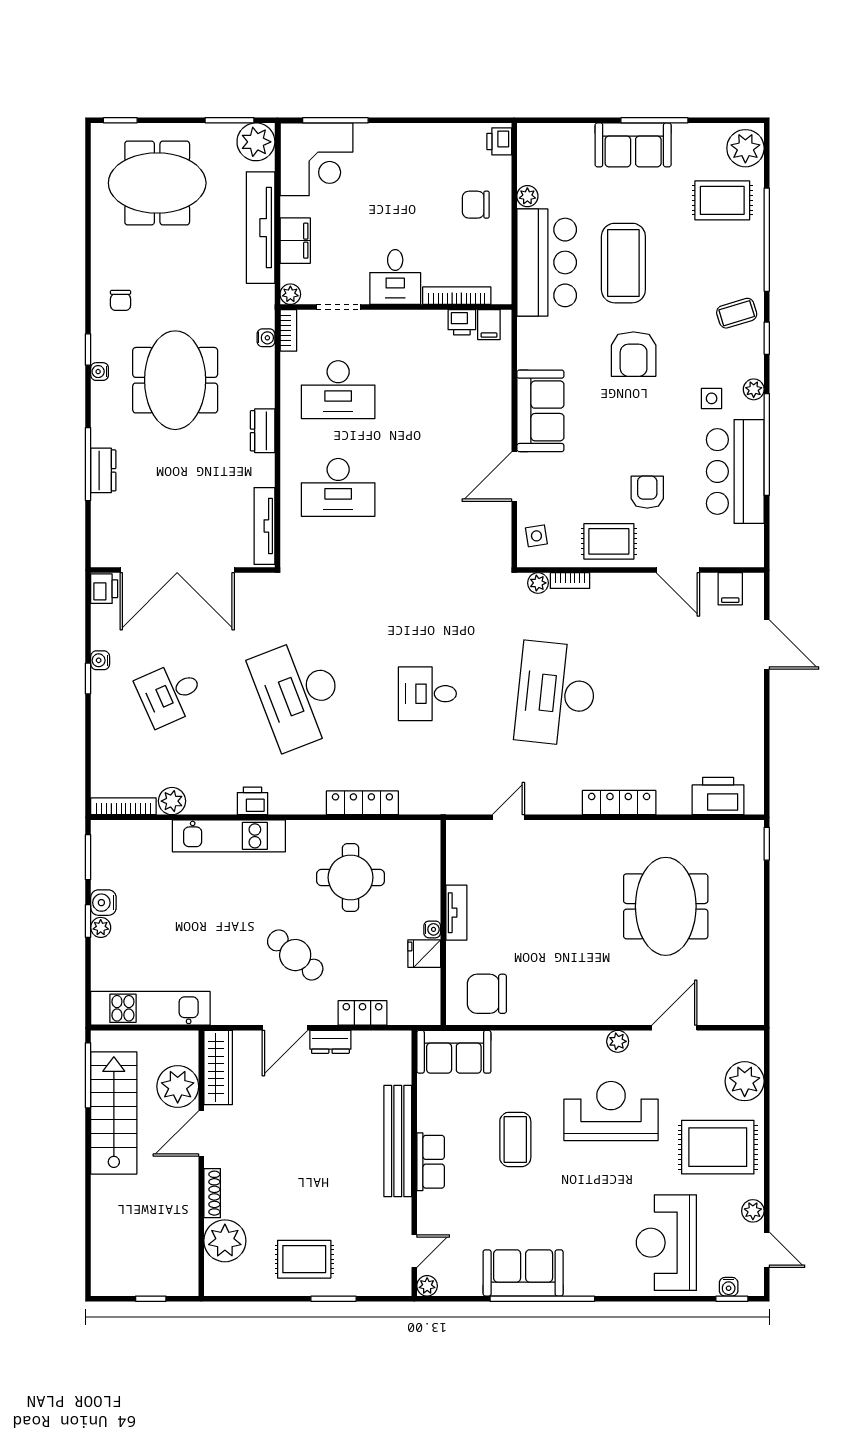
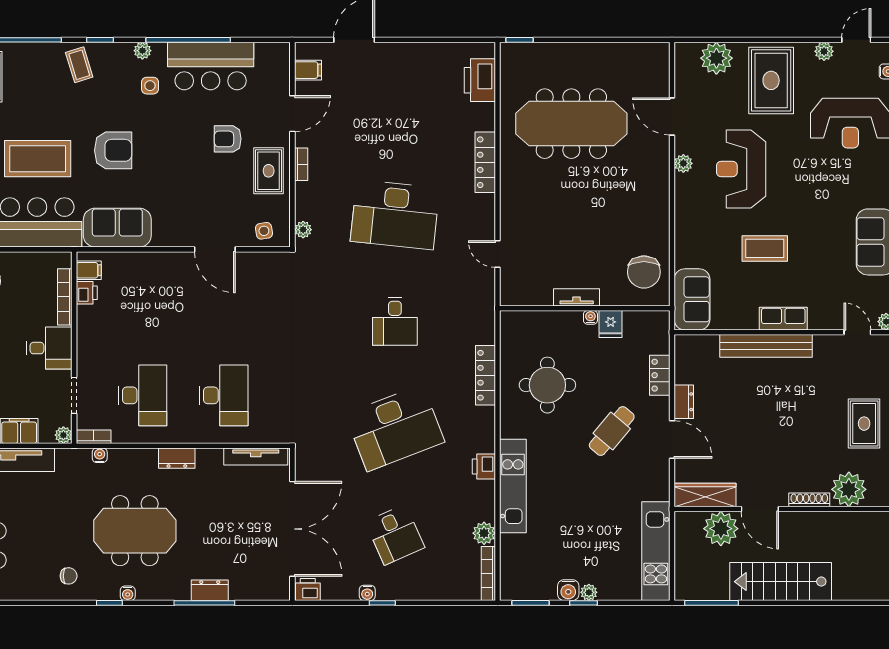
sofa: (540, 411) -> (117, 228), moved
bookcase: (570, 581) -> (301, 164), moved
meeting table: (666, 906) -> (571, 124), width x1.36
stairs: (114, 1113) -> (781, 582), moved

